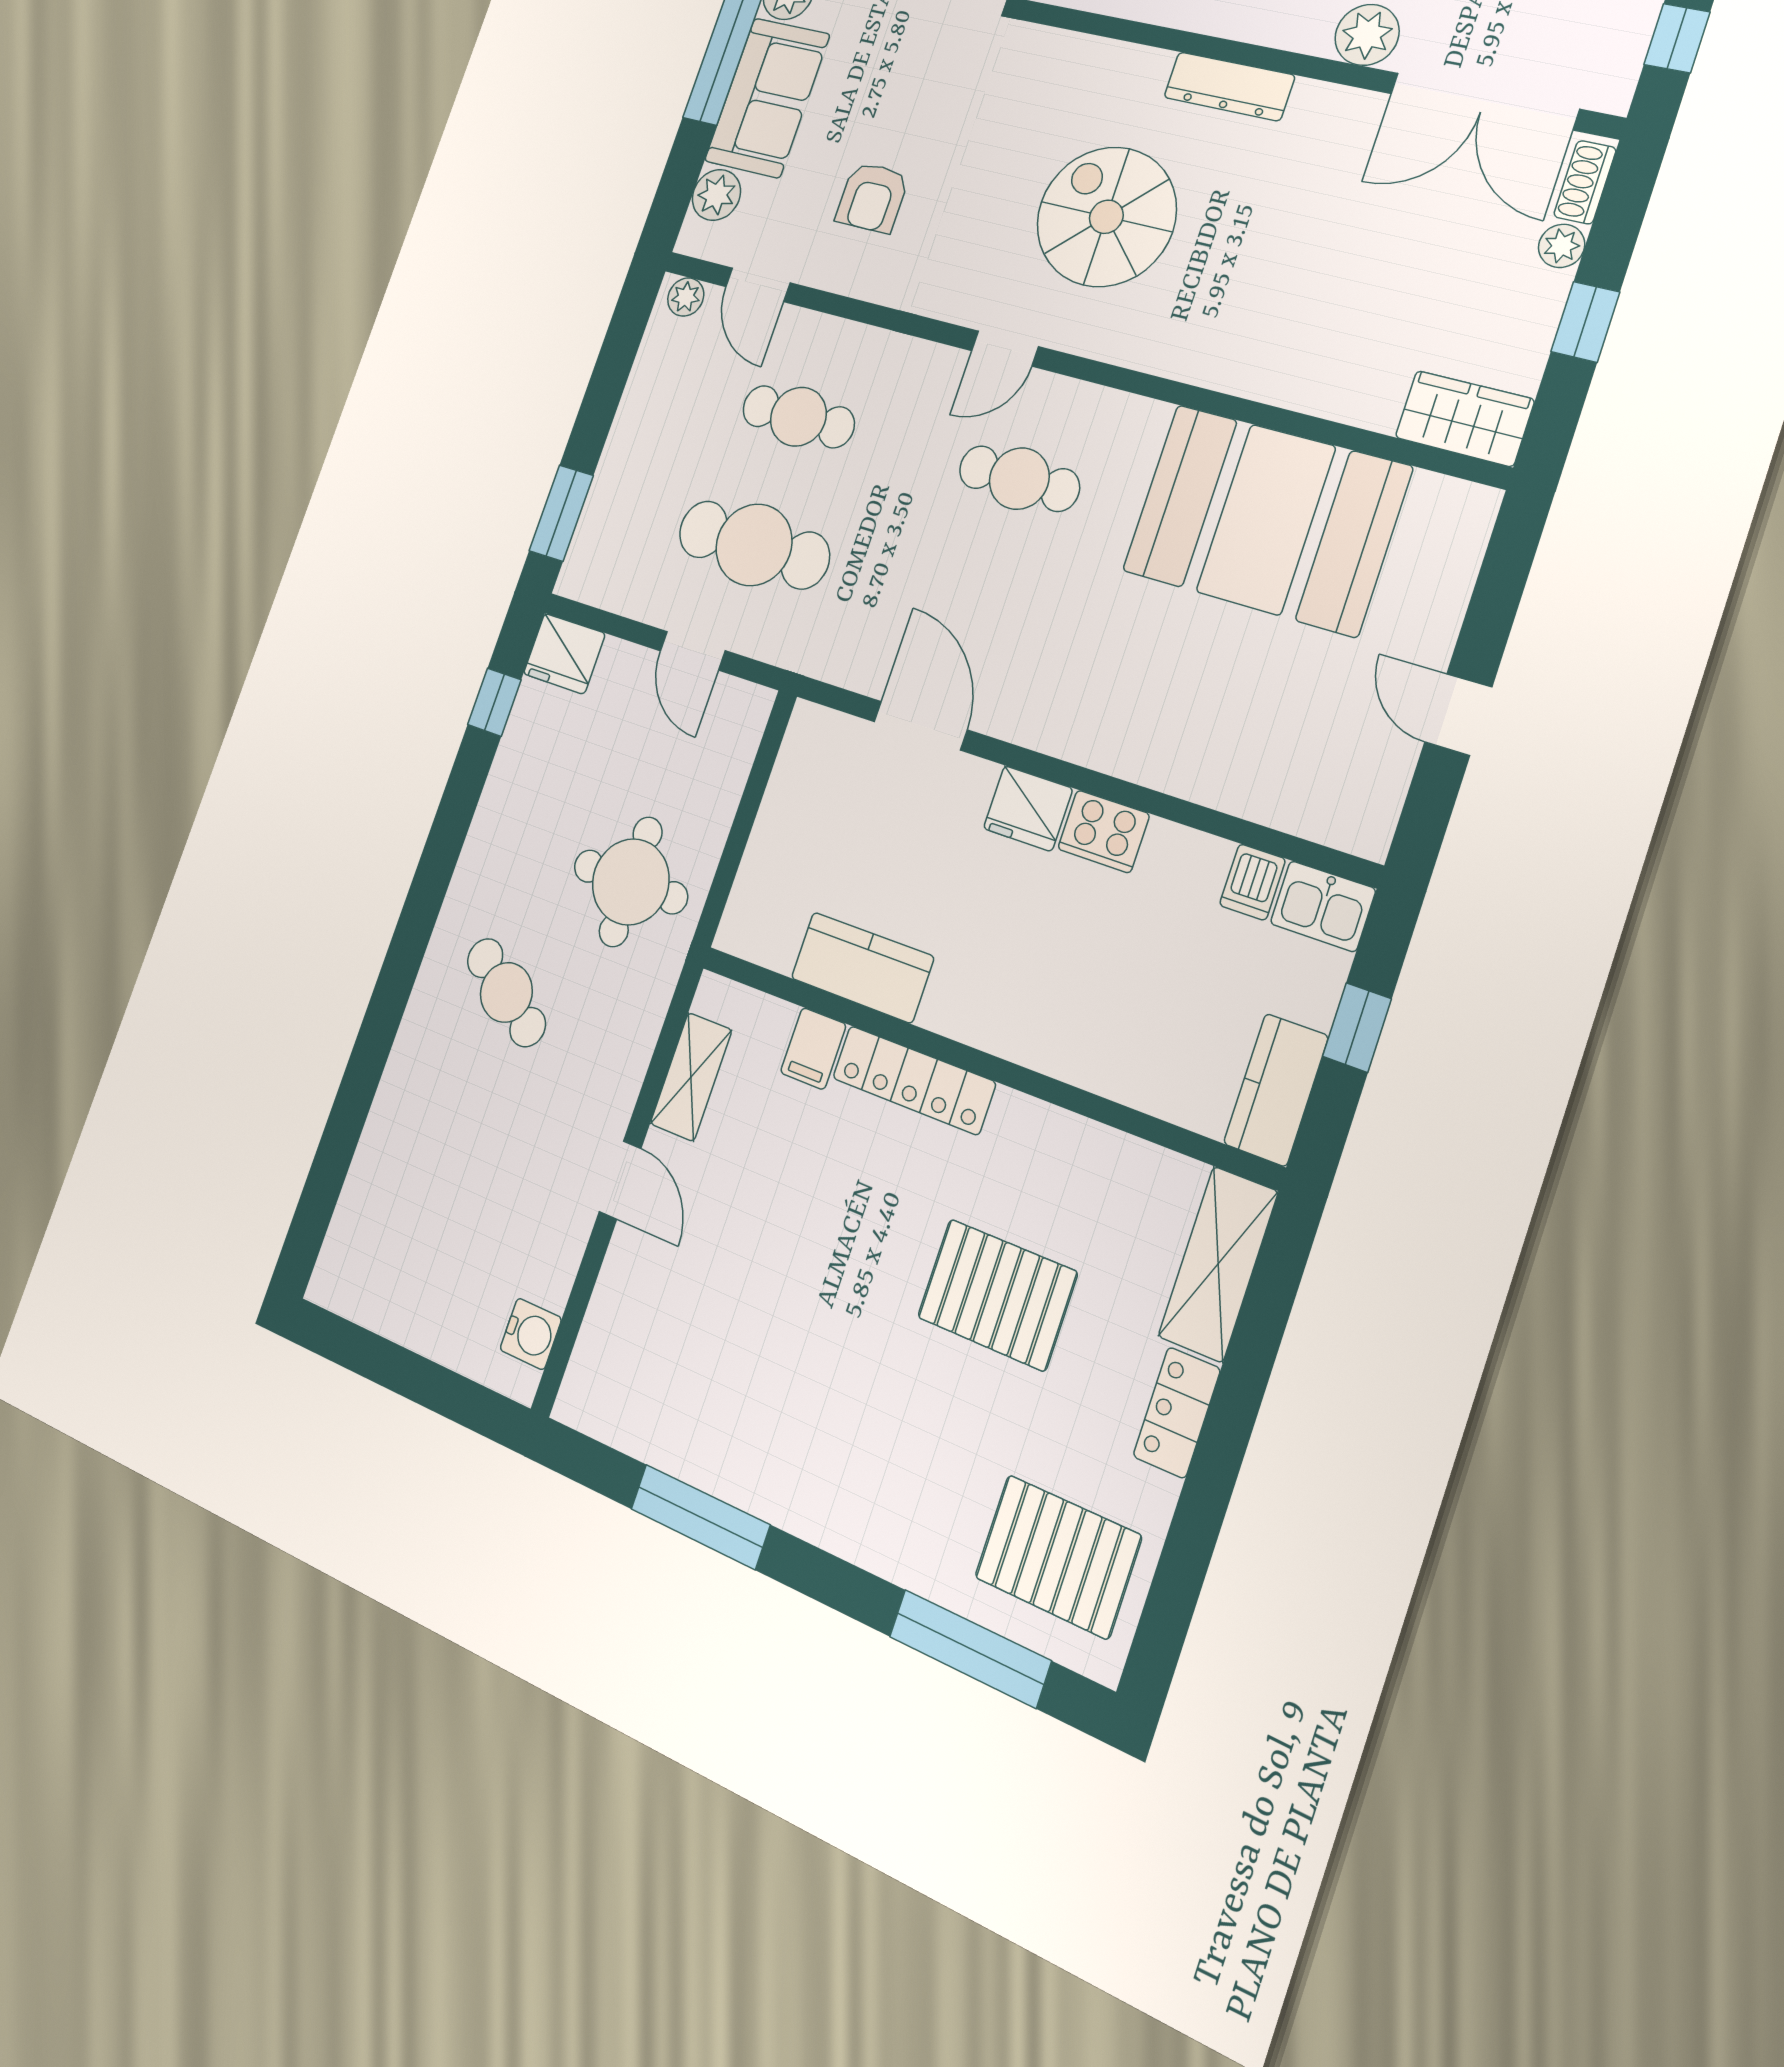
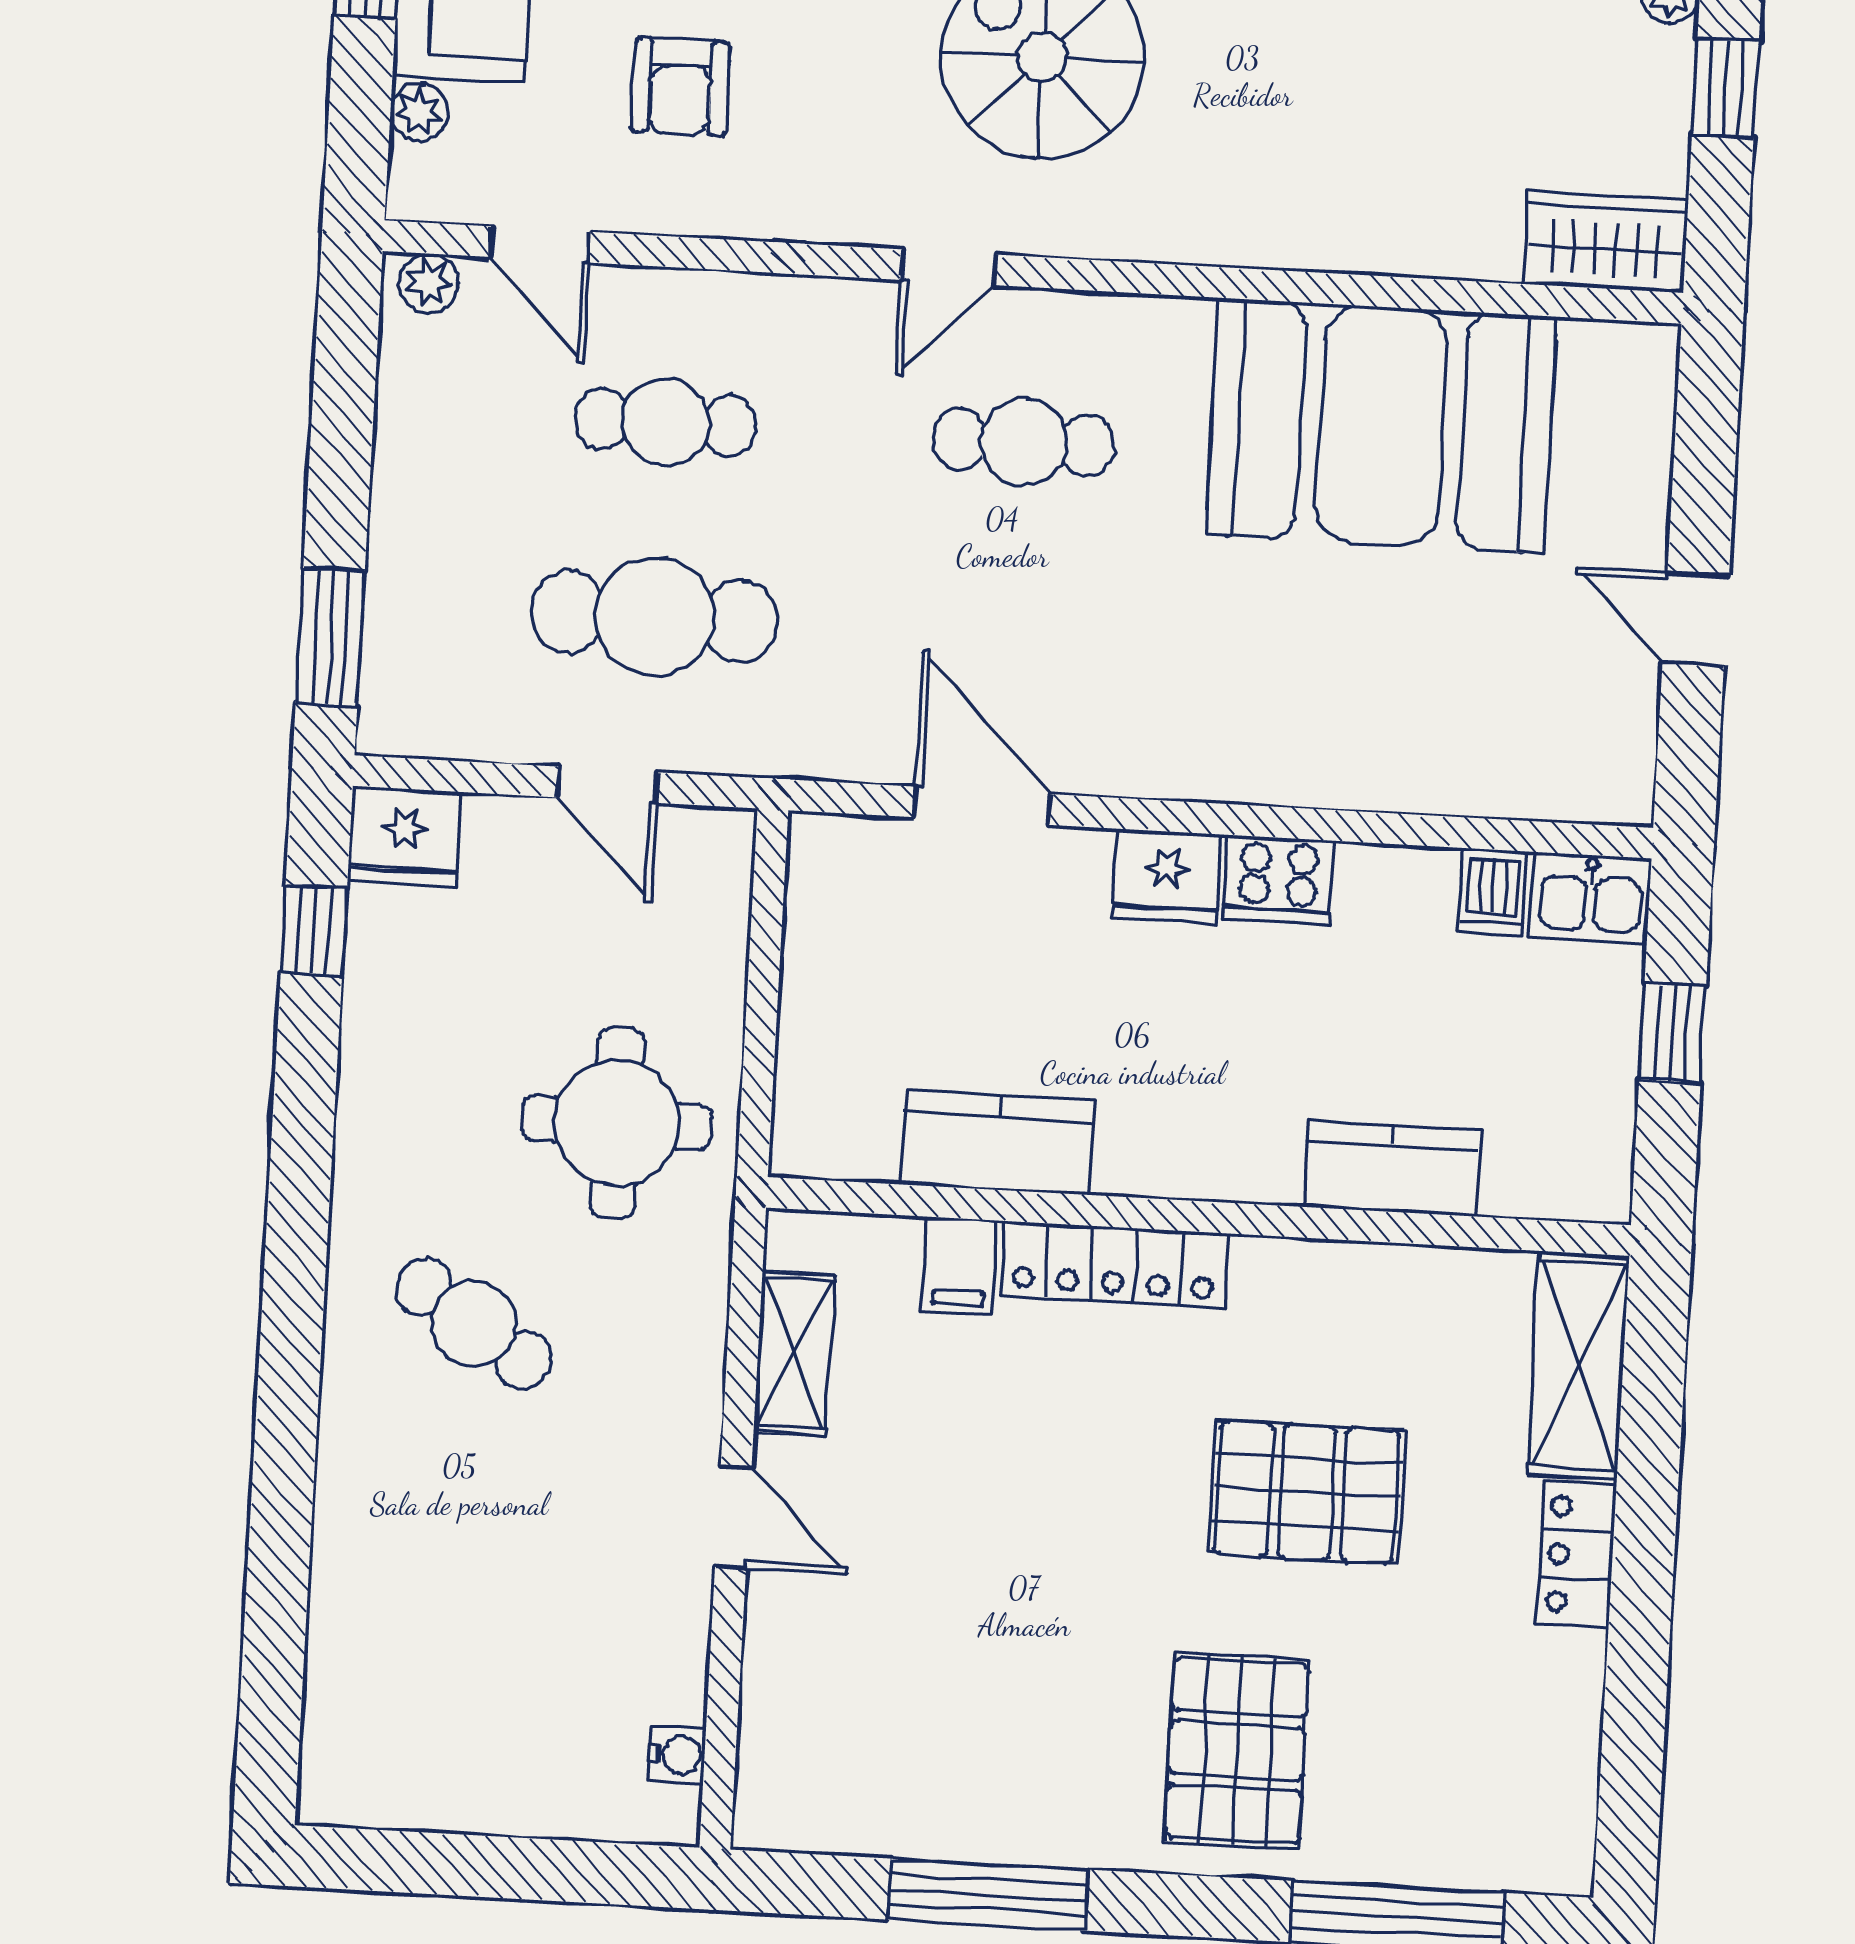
plant: (716, 195) -> (419, 112), width x0.73, depth x0.73
kitchen counter: (1276, 1090) -> (1392, 1169), moved, turned 90
water cooler: (531, 1334) -> (677, 1755), width x0.72, depth x0.72
pallet: (1058, 1557) -> (1237, 1751), moved, turned 90

